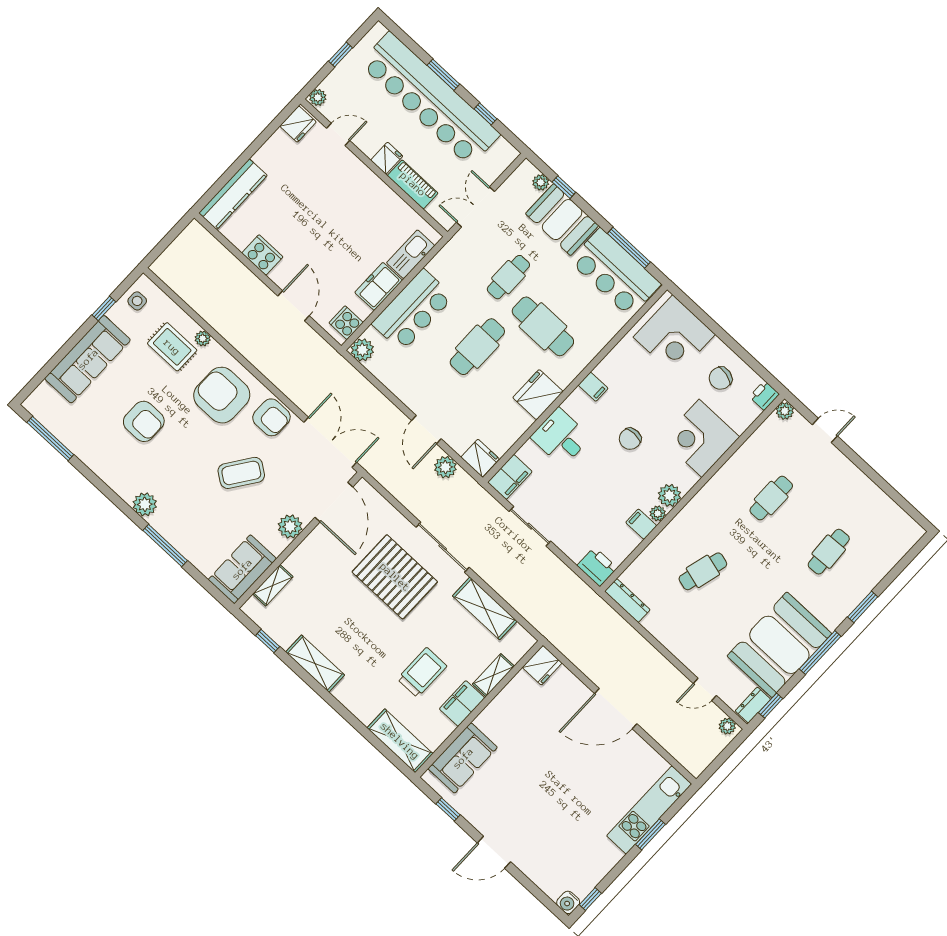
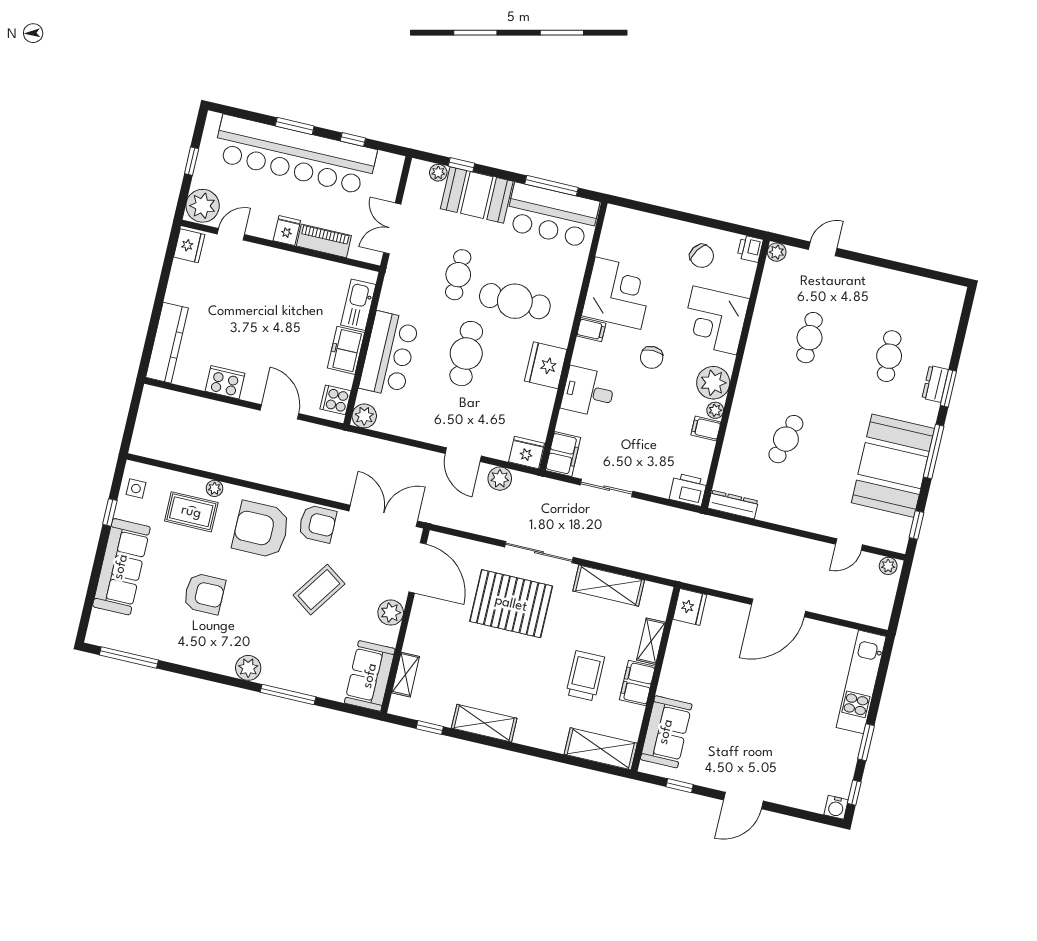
plant: (318, 97) -> (203, 206), width x1.87, depth x1.87
corner desk: (674, 336) -> (618, 293), moved, turned -90
chair: (721, 378) -> (702, 256), turned -71
plant: (669, 495) -> (713, 383), width x1.36, depth x1.36
dresser: (753, 705) -> (935, 384), moved
window: (651, 834) -> (866, 742), moved

